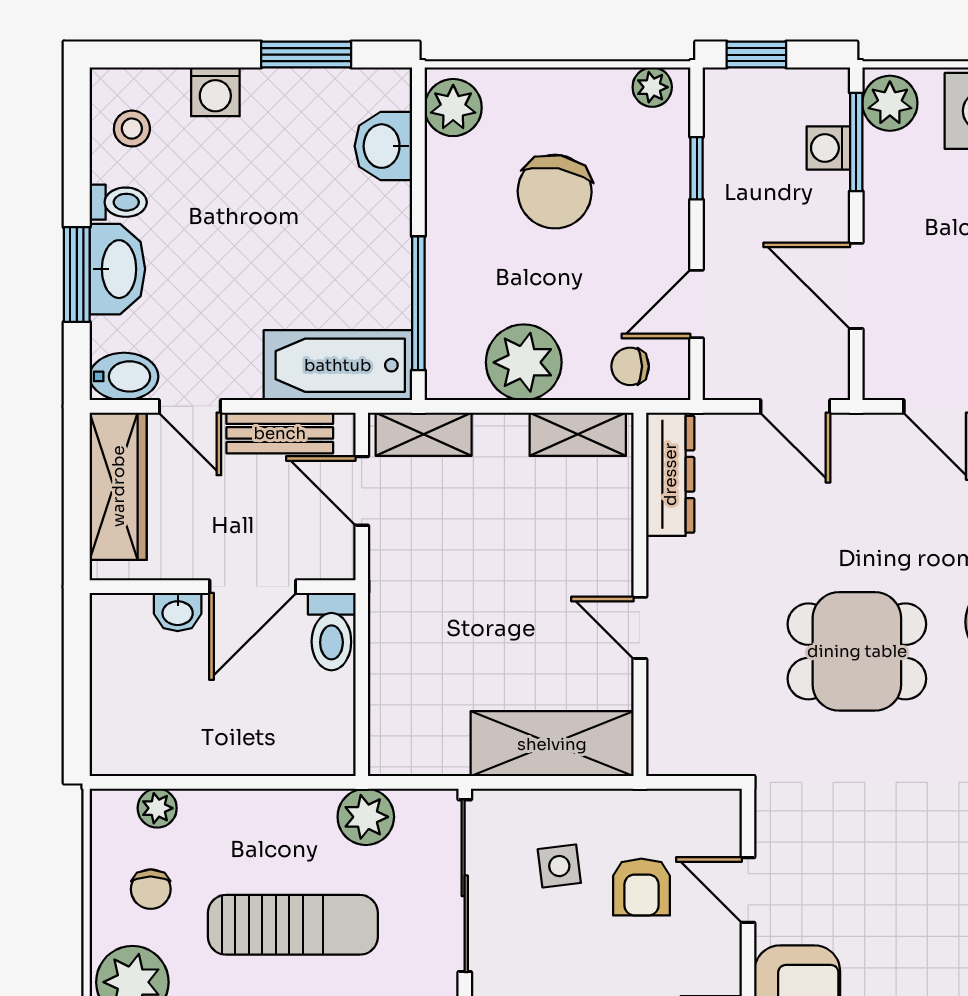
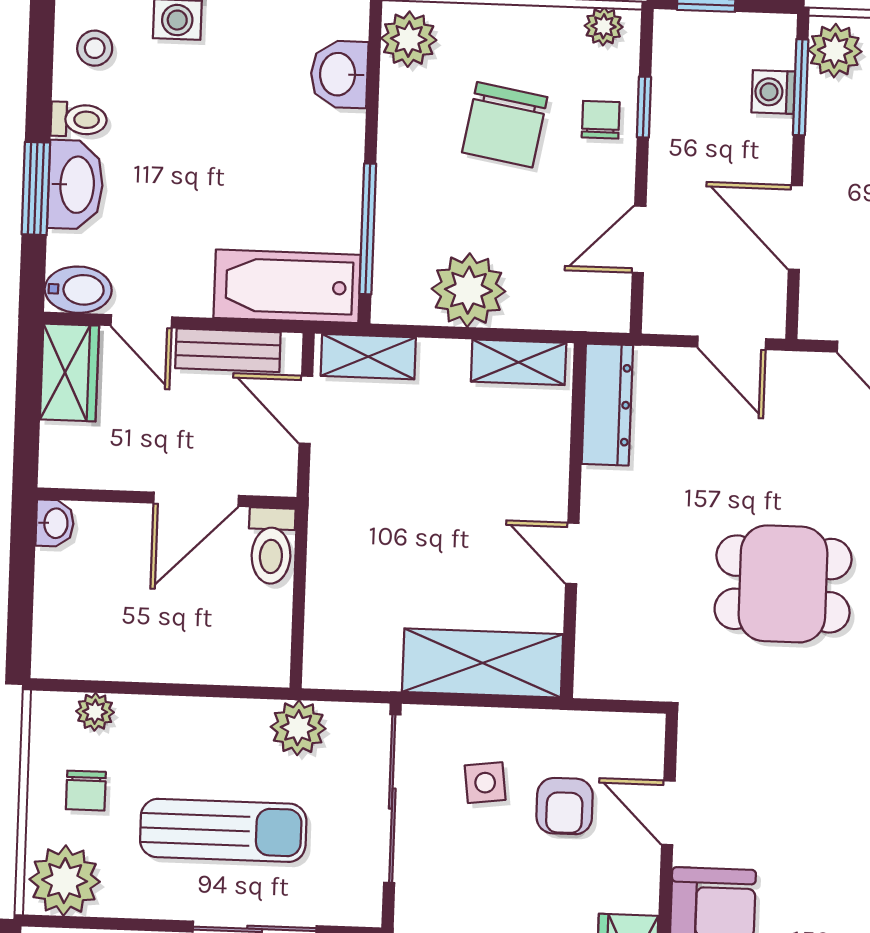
chair: (630, 366) -> (601, 120), moved, turned 90
wardrobe: (118, 486) -> (69, 373), width x0.67
washbasin: (178, 612) -> (55, 523), moved, turned -90

